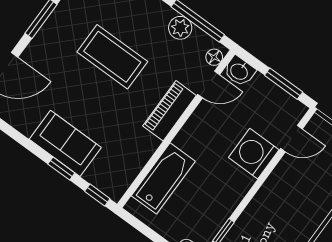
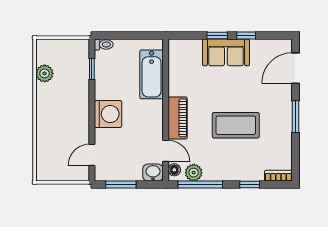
plant: (180, 28) -> (194, 173), moved
door: (209, 84) -> (166, 151), swing flipped
washing machine: (254, 154) -> (108, 114), moved
window: (97, 195) -> (246, 35), moved

